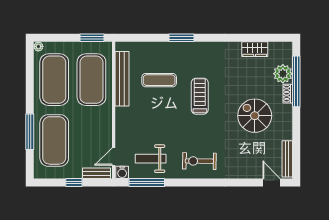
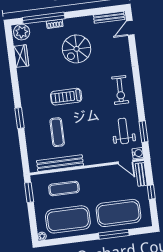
plant: (283, 74) -> (22, 32), moved
exercise mat: (91, 80) -> (64, 188), width x0.50, depth x0.69
weight bench: (151, 159) -> (123, 131), turned 180
window: (147, 182) -> (143, 132), width x0.69

